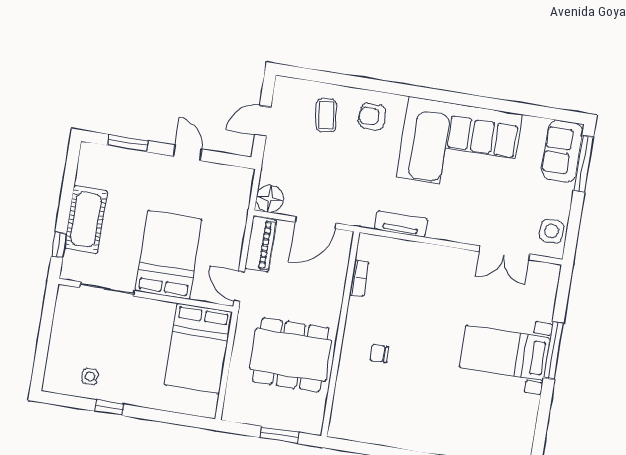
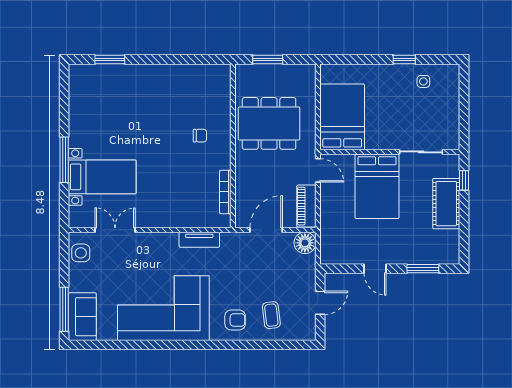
bookcase: (359, 278) -> (225, 192), width x1.56
bed with nightstands: (505, 353) -> (102, 177), moved

